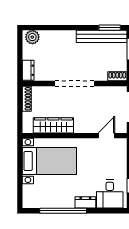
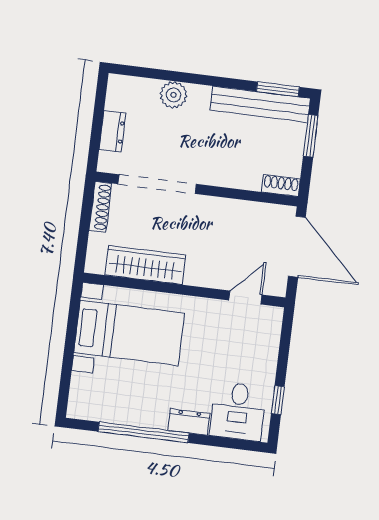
plant: (32, 37) -> (173, 95), moved
dresser: (28, 70) -> (112, 131), moved
doorway: (75, 84) -> (157, 184), moved

